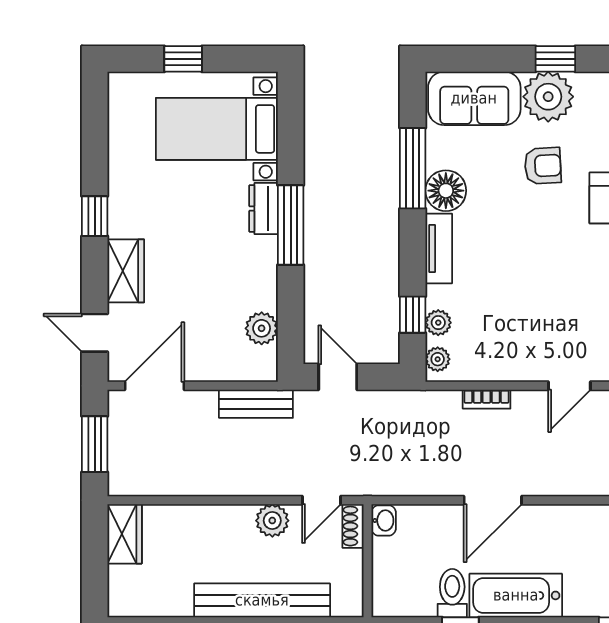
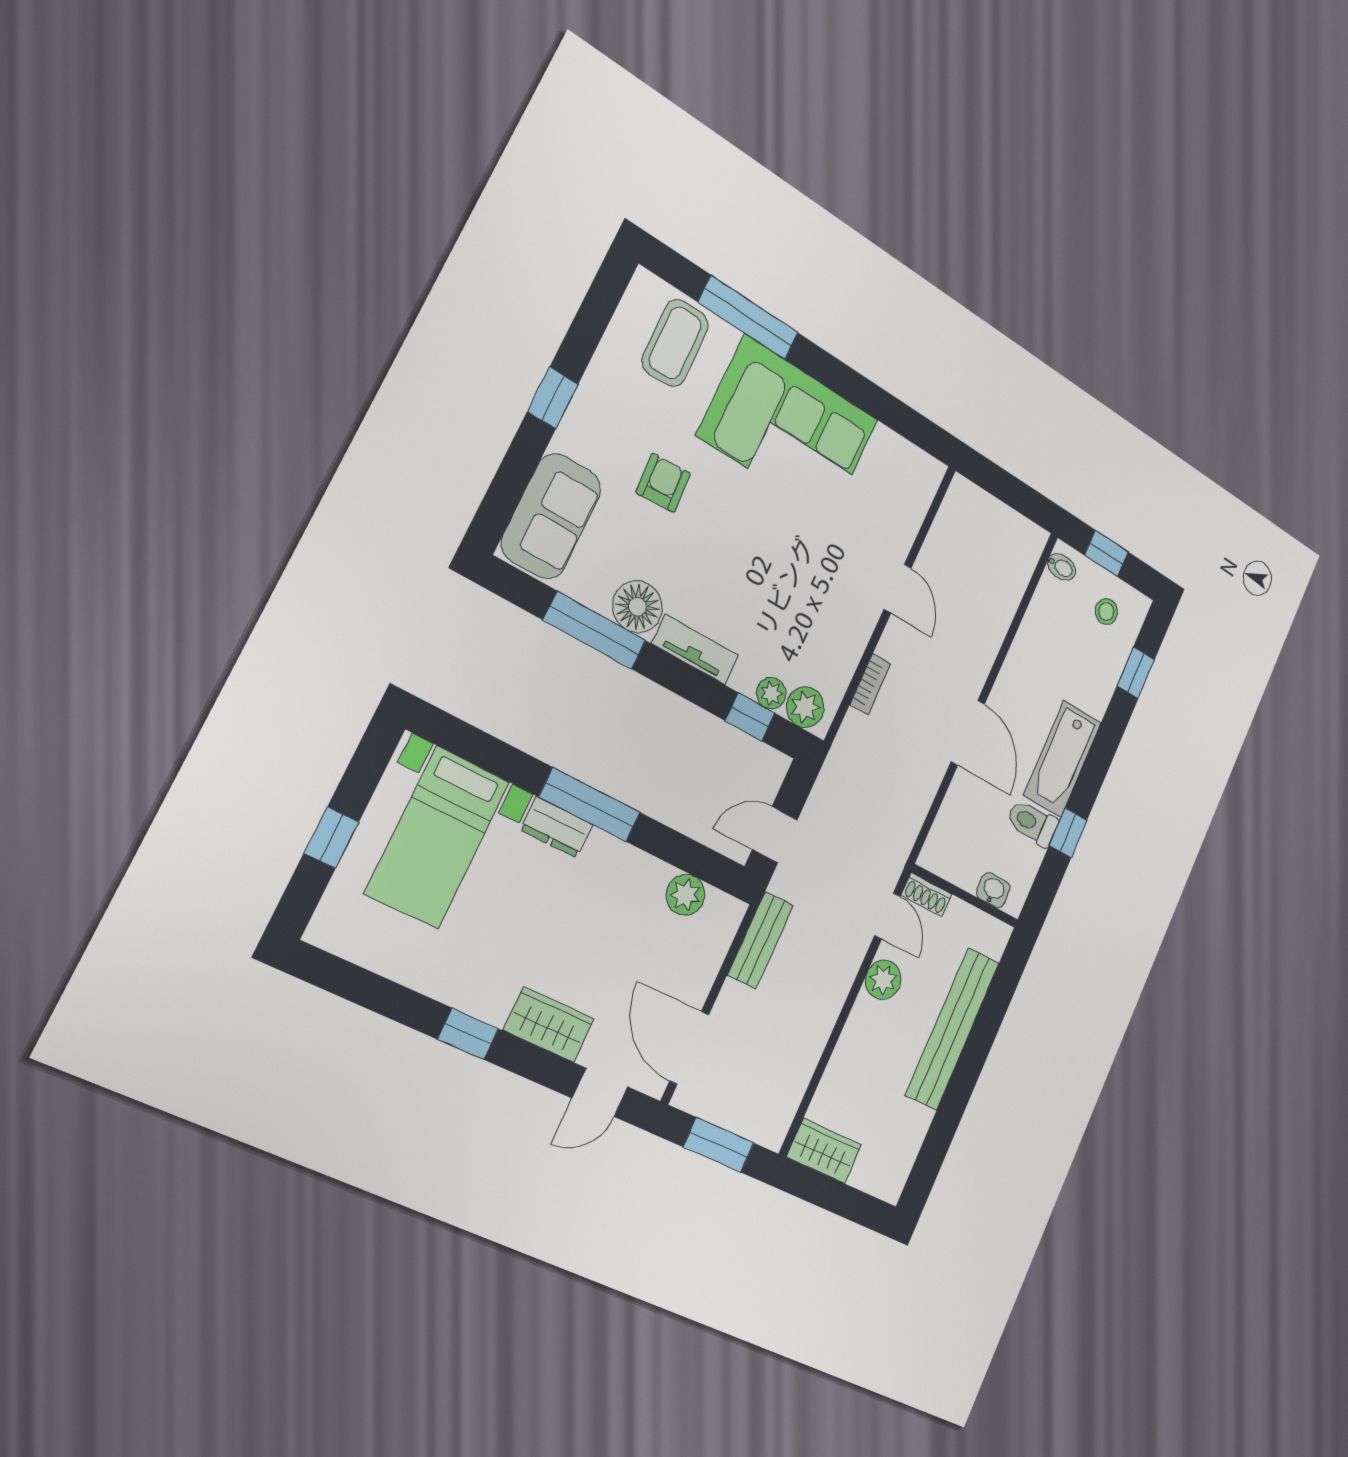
plant: (548, 97) -> (591, 432), removed
plant: (438, 359) -> (805, 707), width x1.38, depth x1.38
washbasin: (384, 520) -> (993, 890), moved

